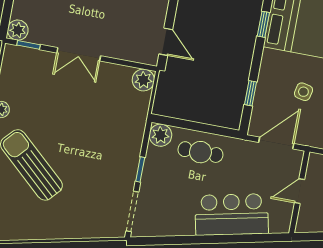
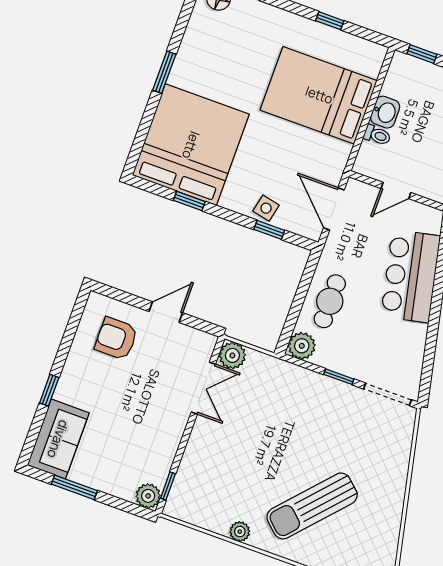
door: (166, 42) -> (166, 312), moved
double door: (79, 54) -> (203, 388), moved
side table: (303, 92) -> (266, 208), moved
door: (299, 191) -> (396, 190), hinge flipped

